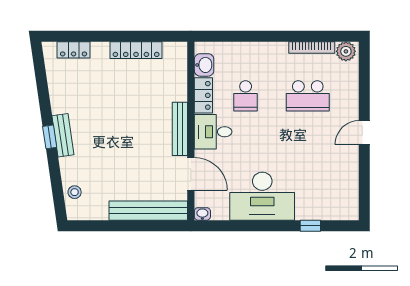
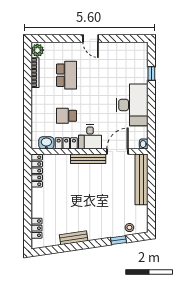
locker: (136, 50) -> (37, 171), moved
school desk: (246, 96) -> (67, 116), turned 180
bench: (63, 135) -> (74, 238), moved
window: (50, 137) -> (118, 240), moved

